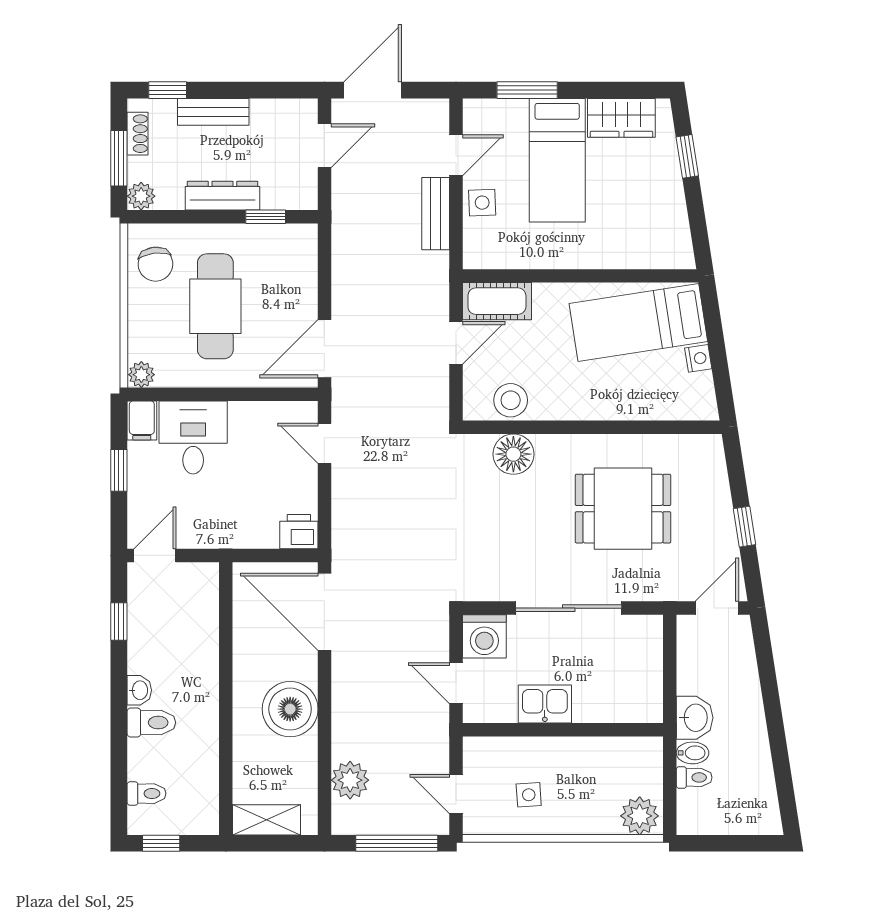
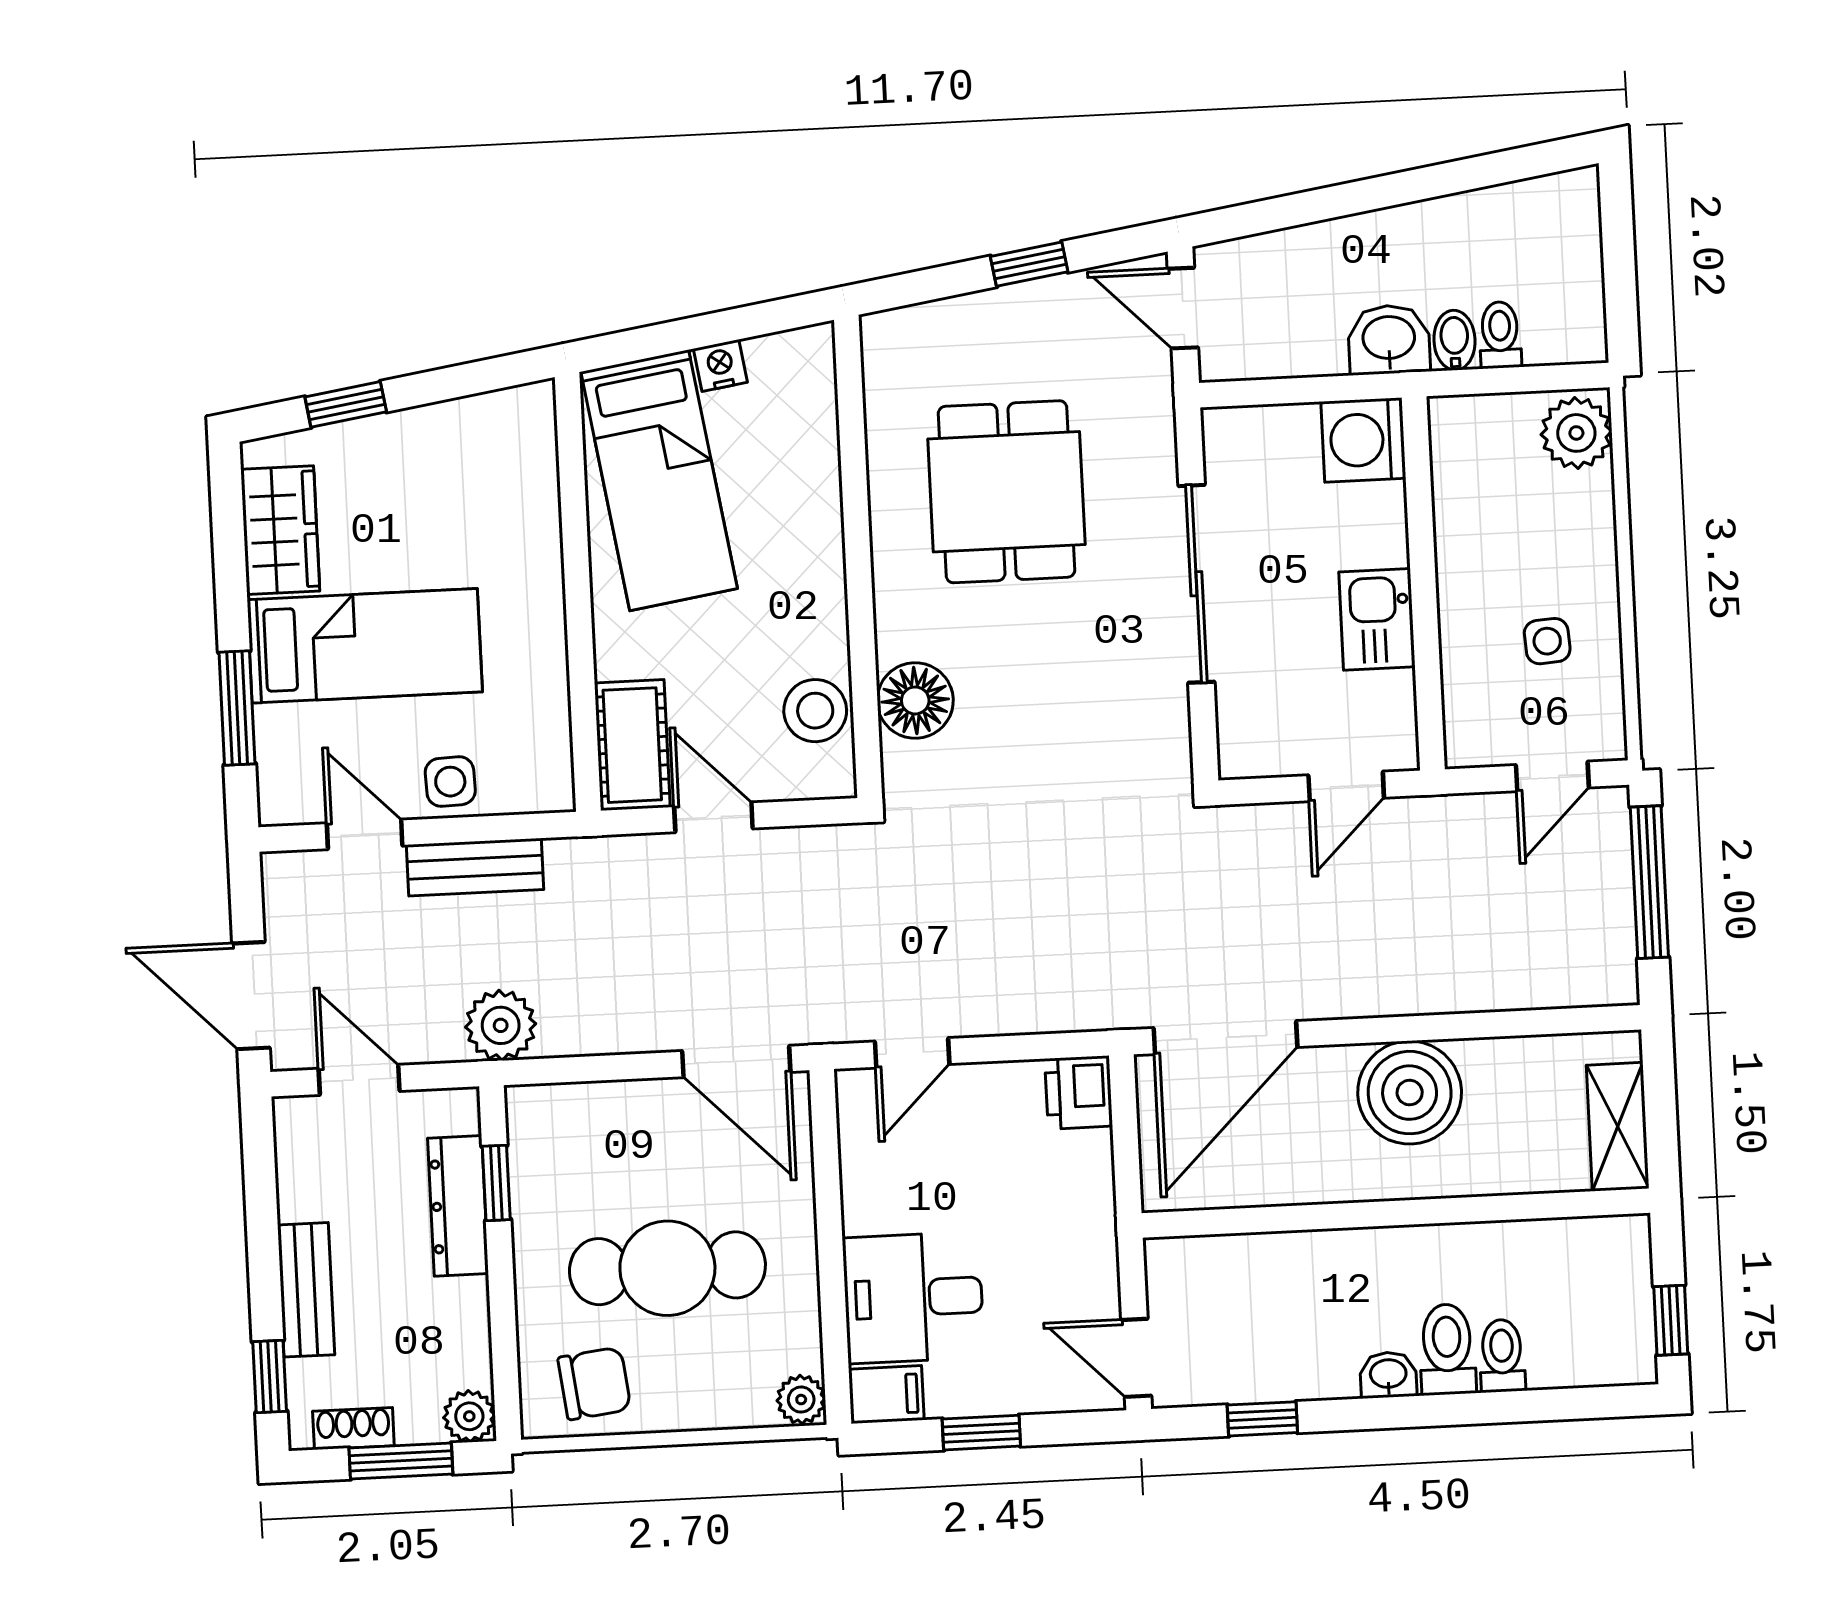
dresser: (223, 196) -> (458, 1206), moved
washing machine: (484, 636) -> (1363, 440), moved, turned 180
plant: (350, 780) -> (501, 1025), moved
toilet: (146, 794) -> (1502, 1356), moved

